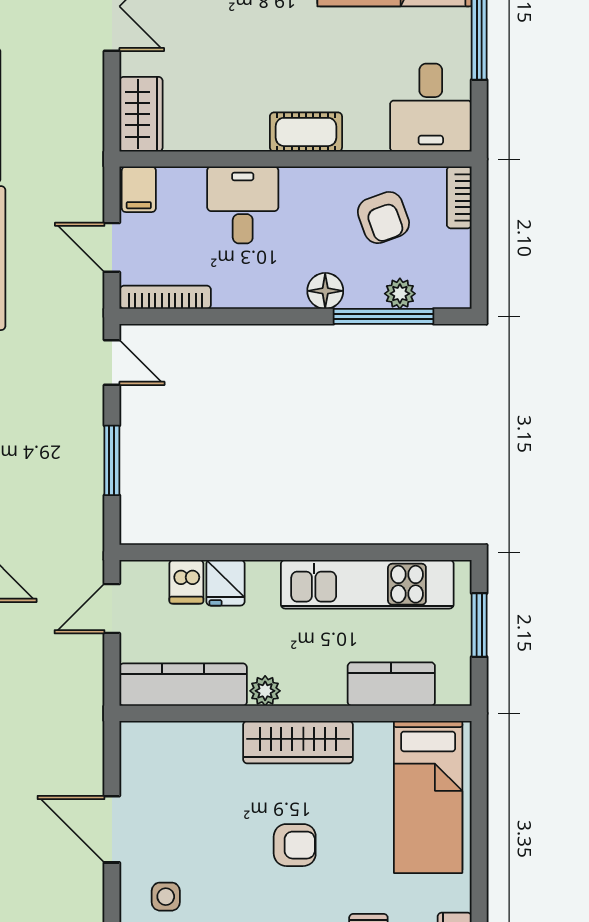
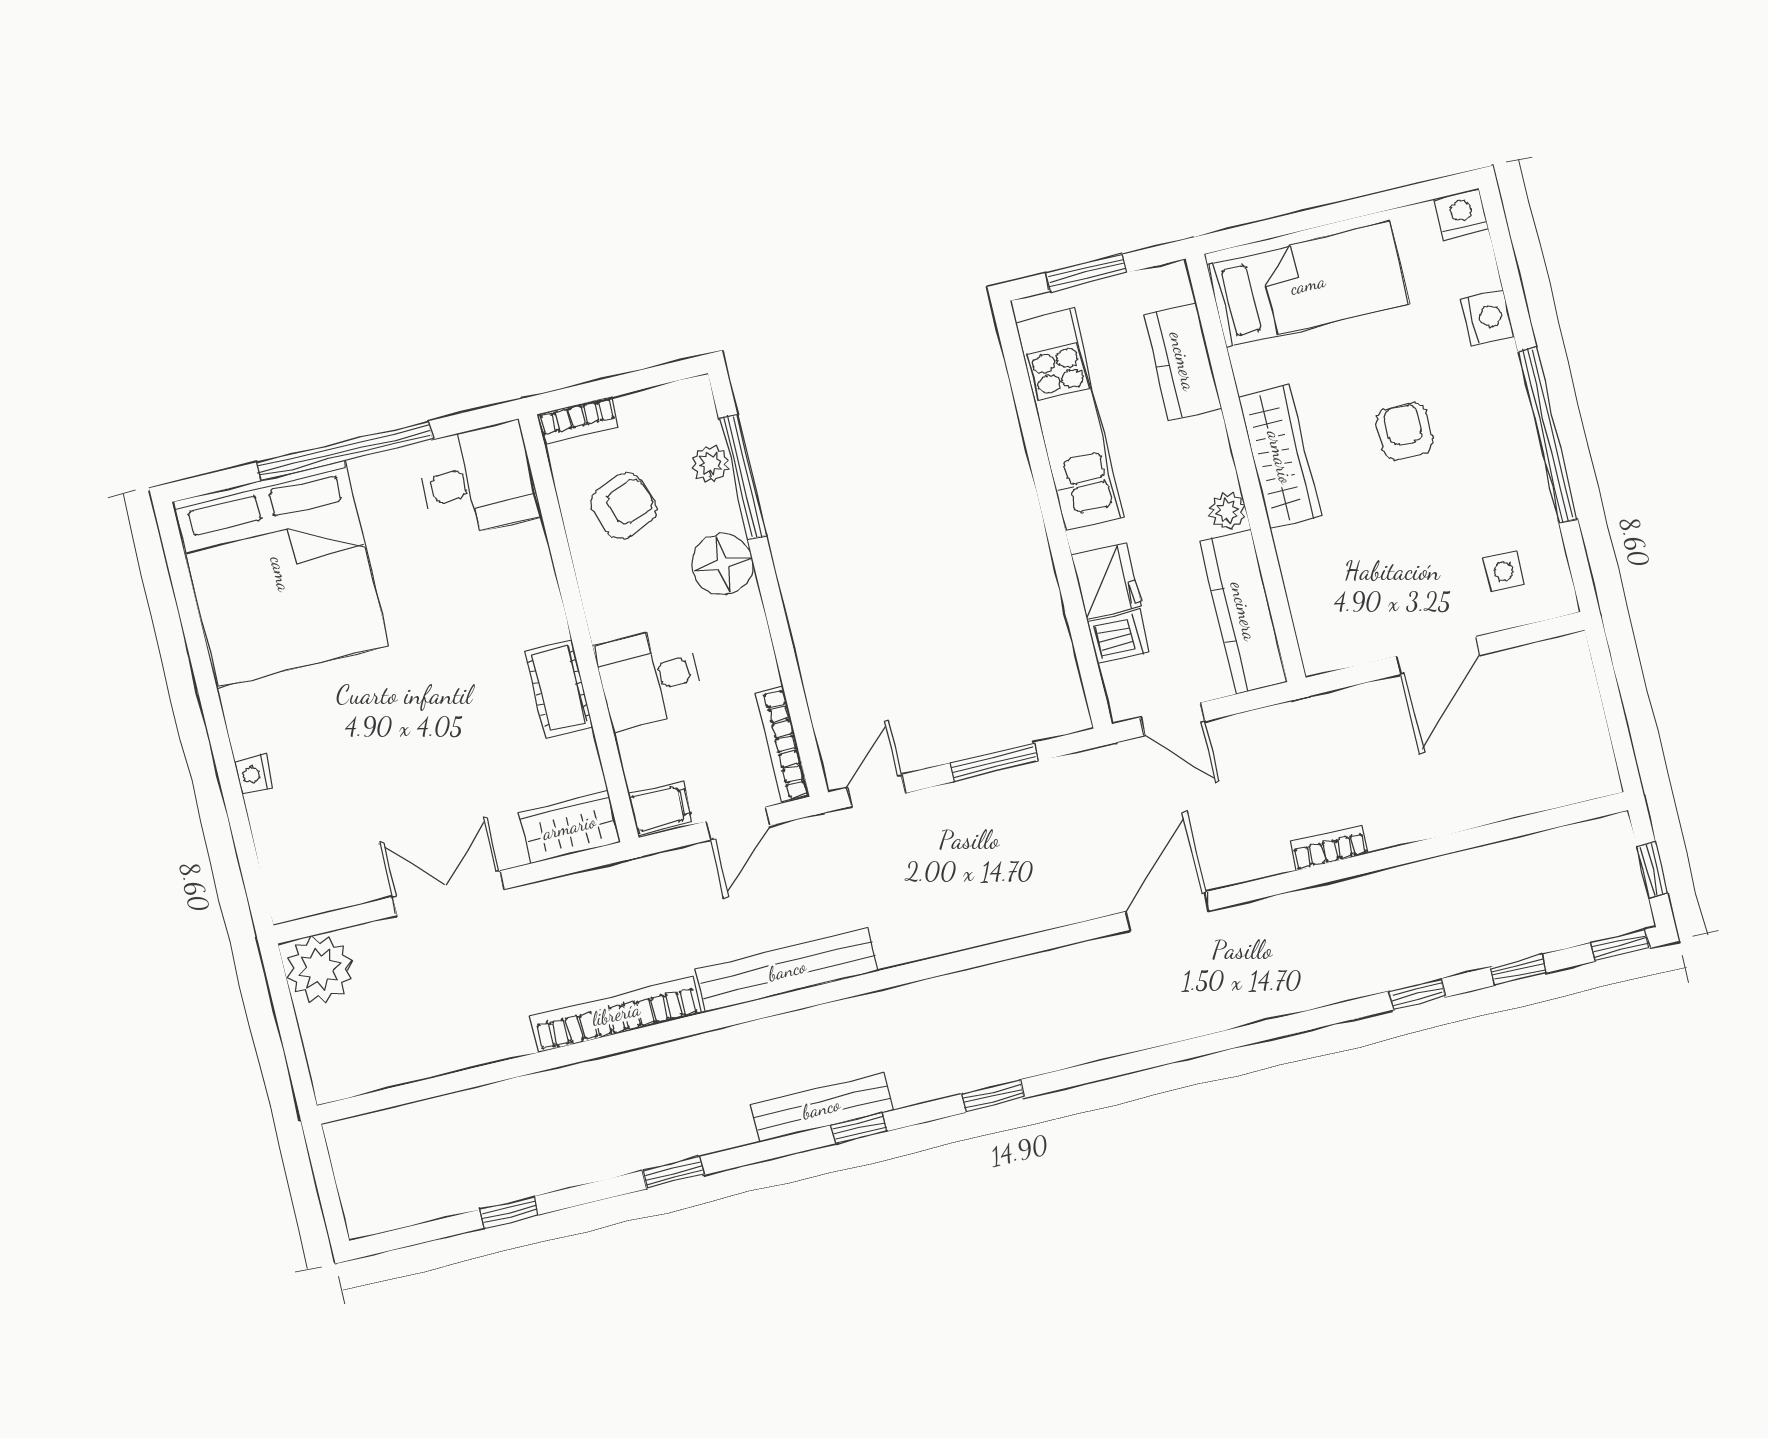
cot: (306, 132) -> (559, 689), moved
floor lamp: (325, 291) -> (723, 564), width x1.38, depth x1.38
fridge: (225, 583) -> (1107, 581), width x1.38

